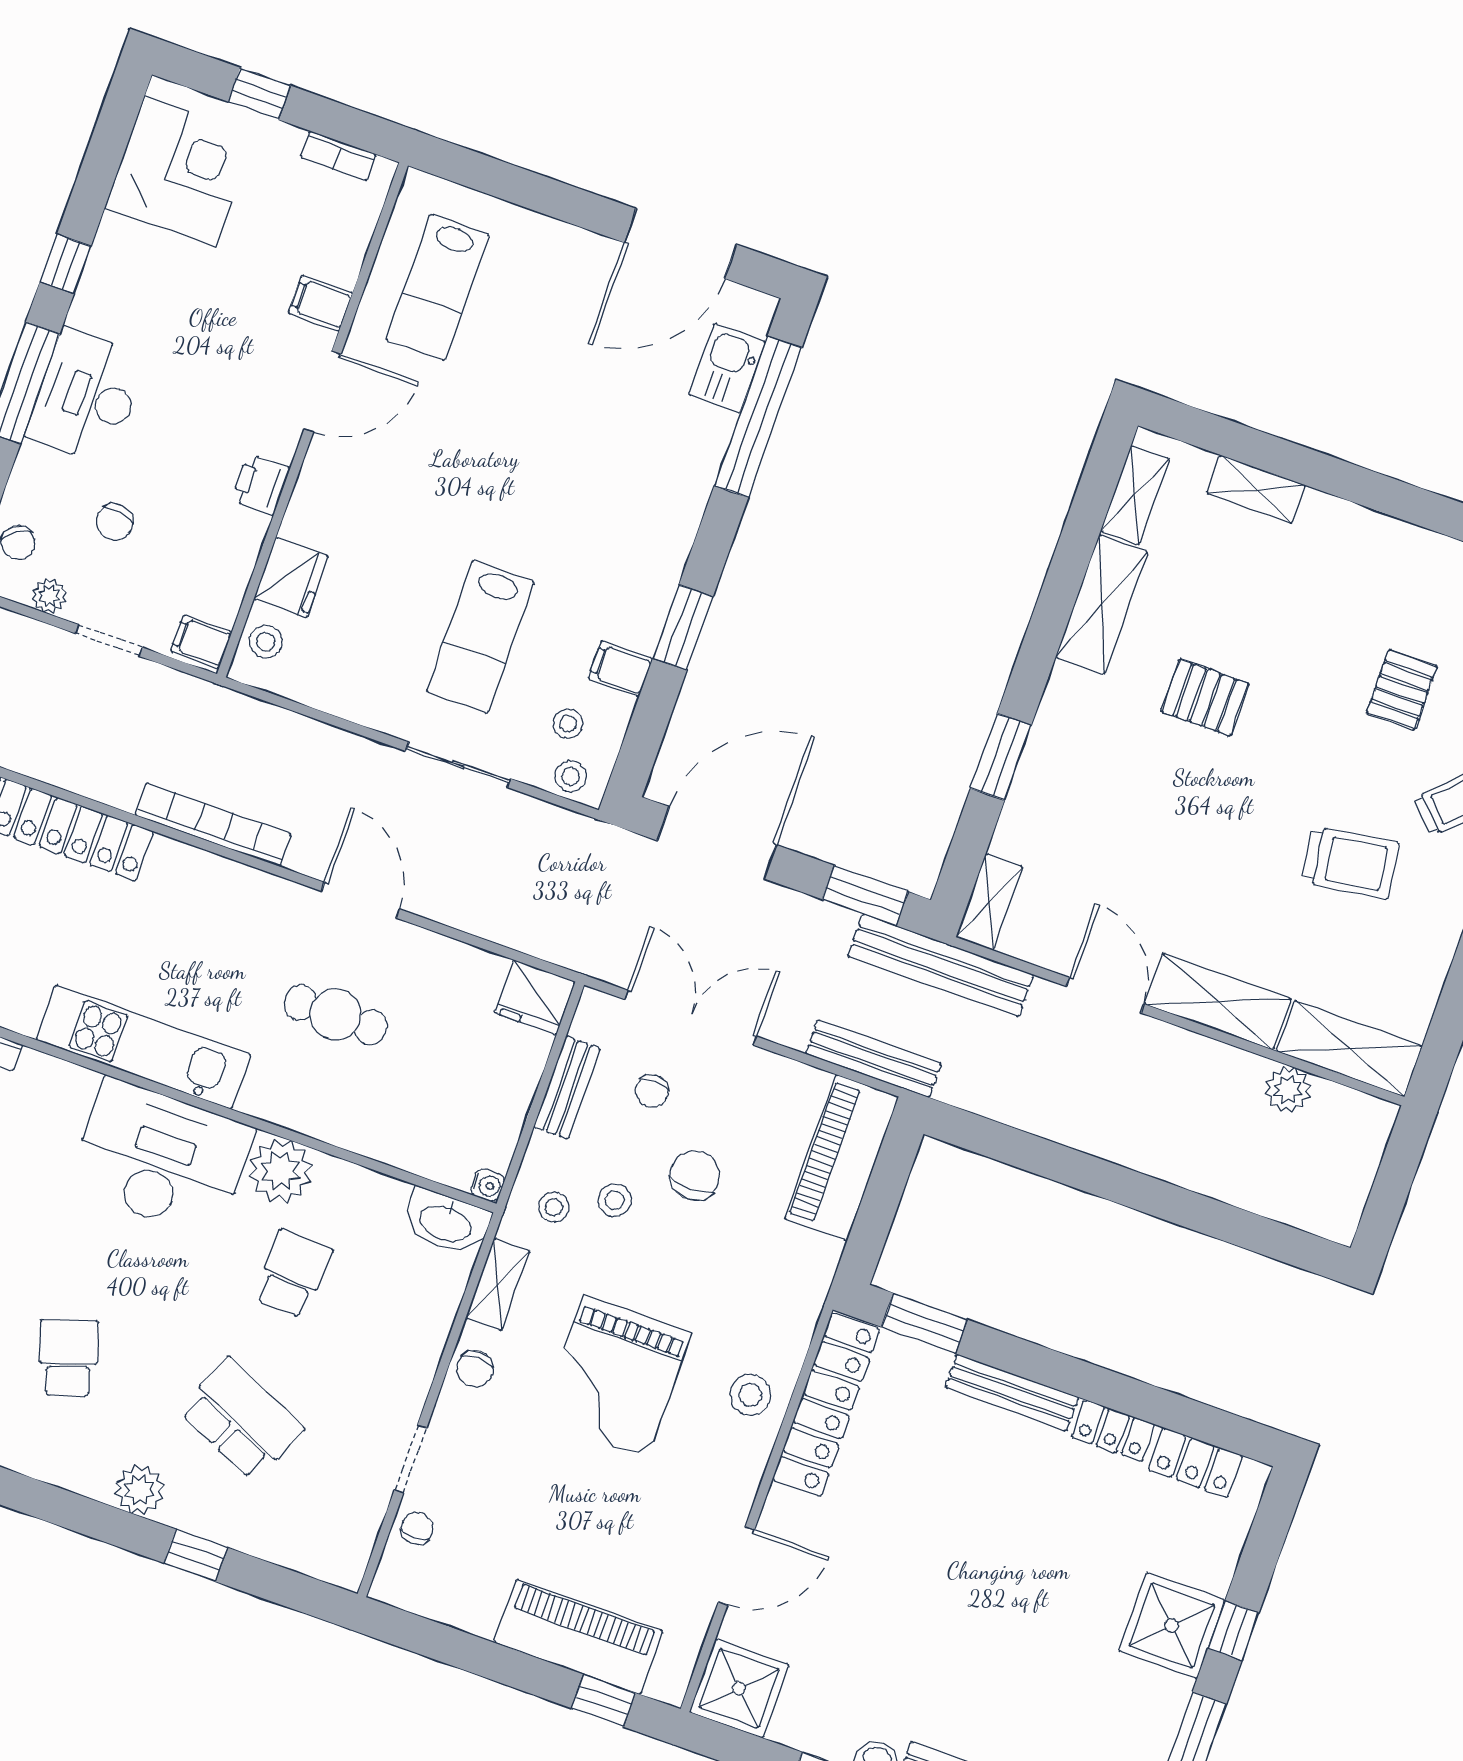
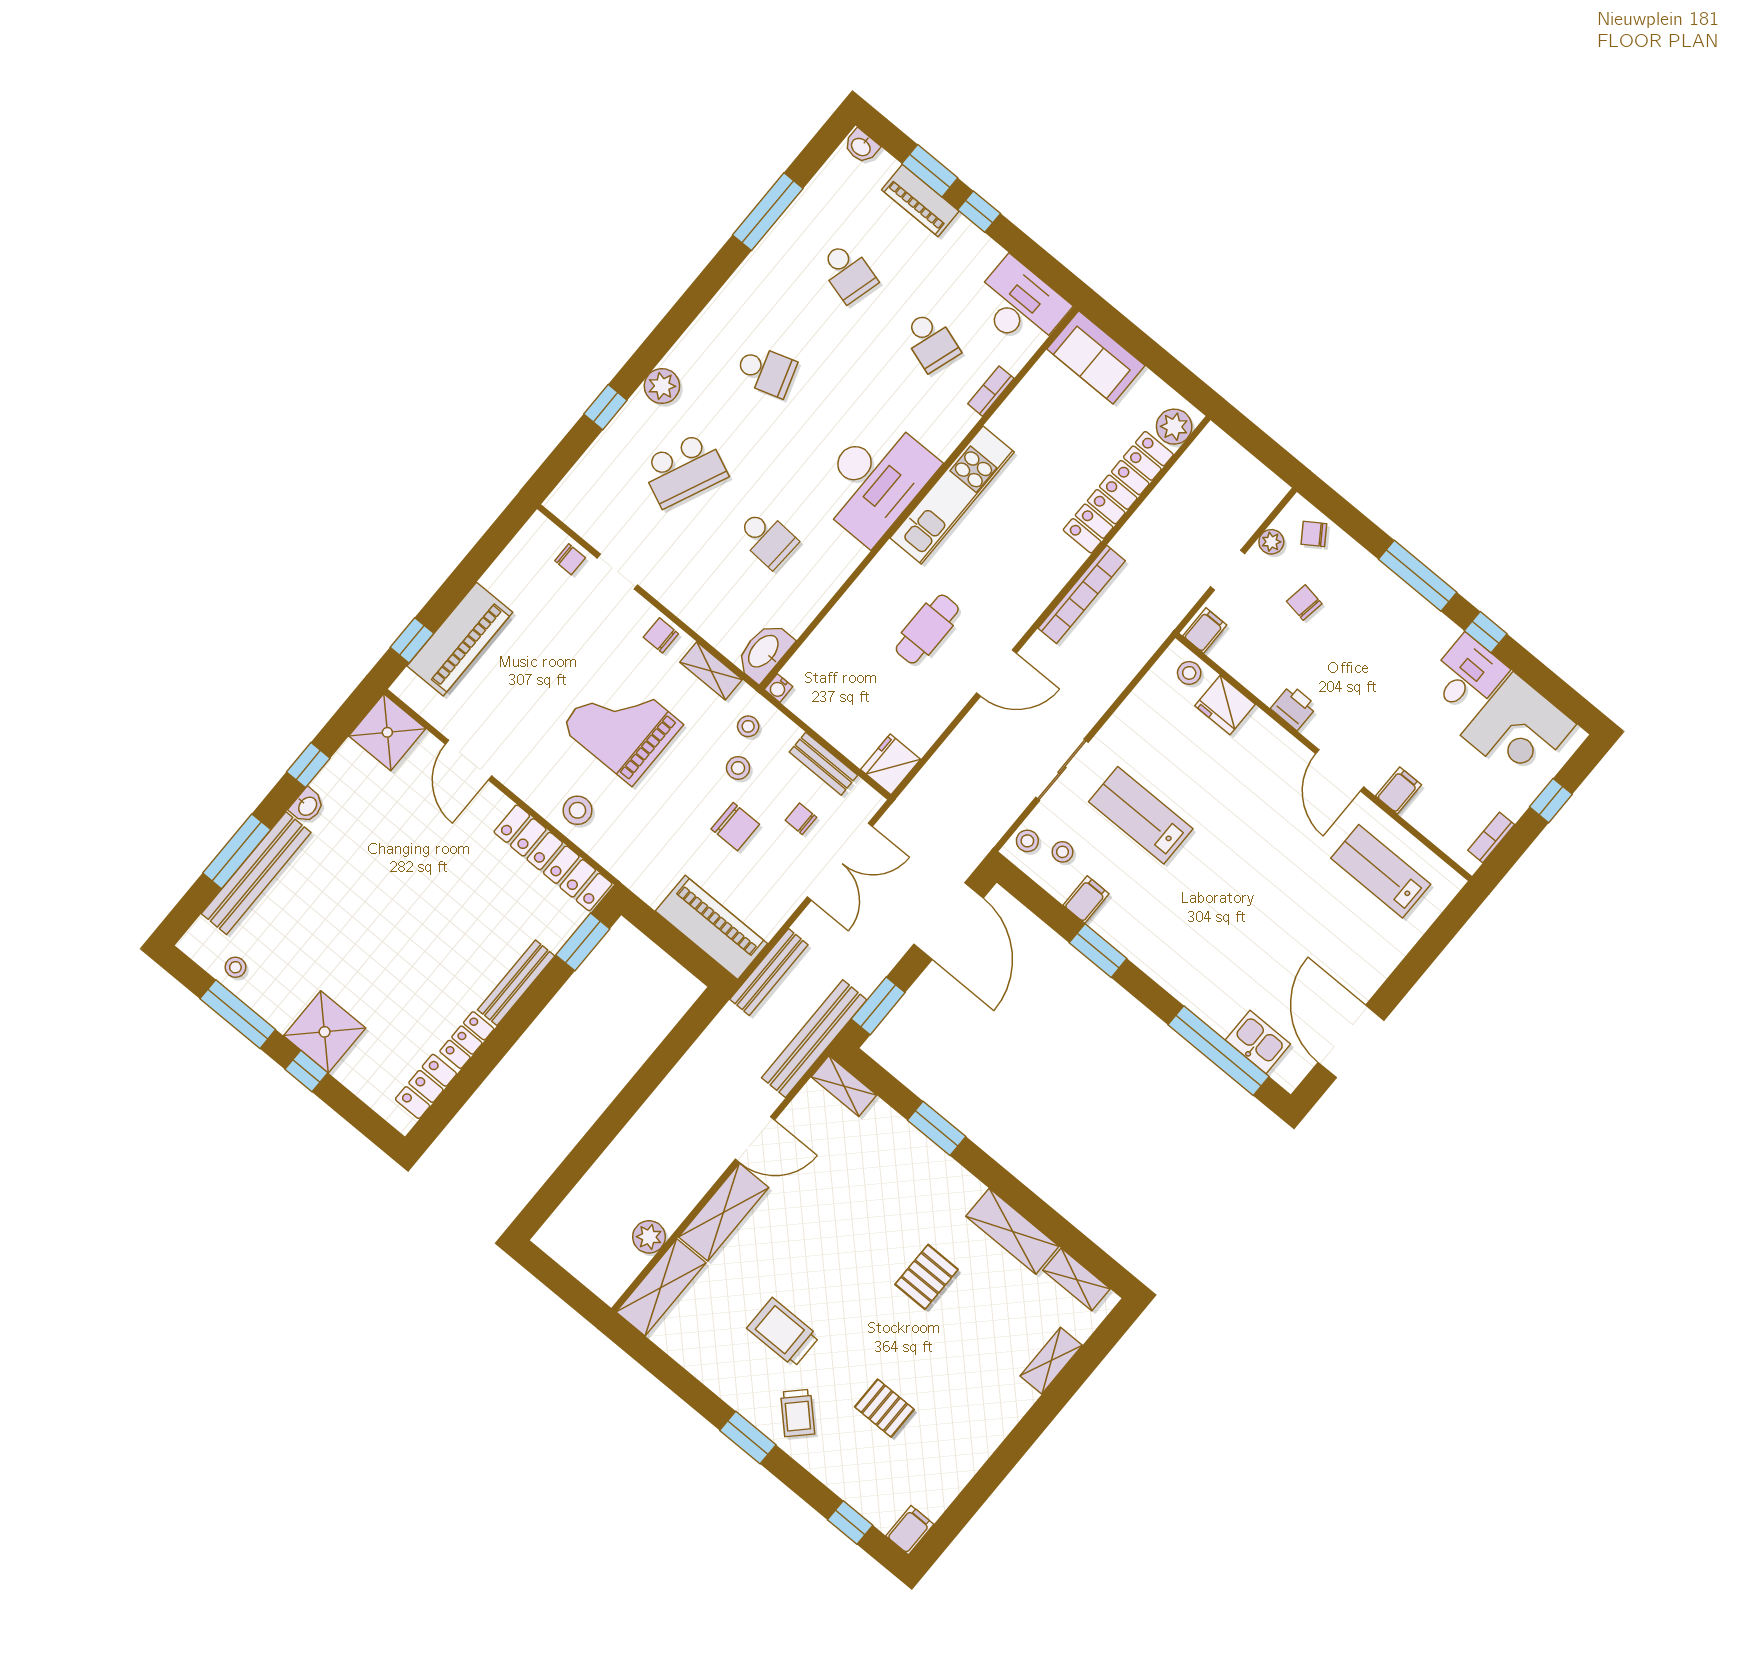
desk: (86, 396) -> (1467, 675), moved, width x0.73
trolley: (1350, 863) -> (783, 1332), turned 98
plant: (281, 1171) -> (838, 555), removed

